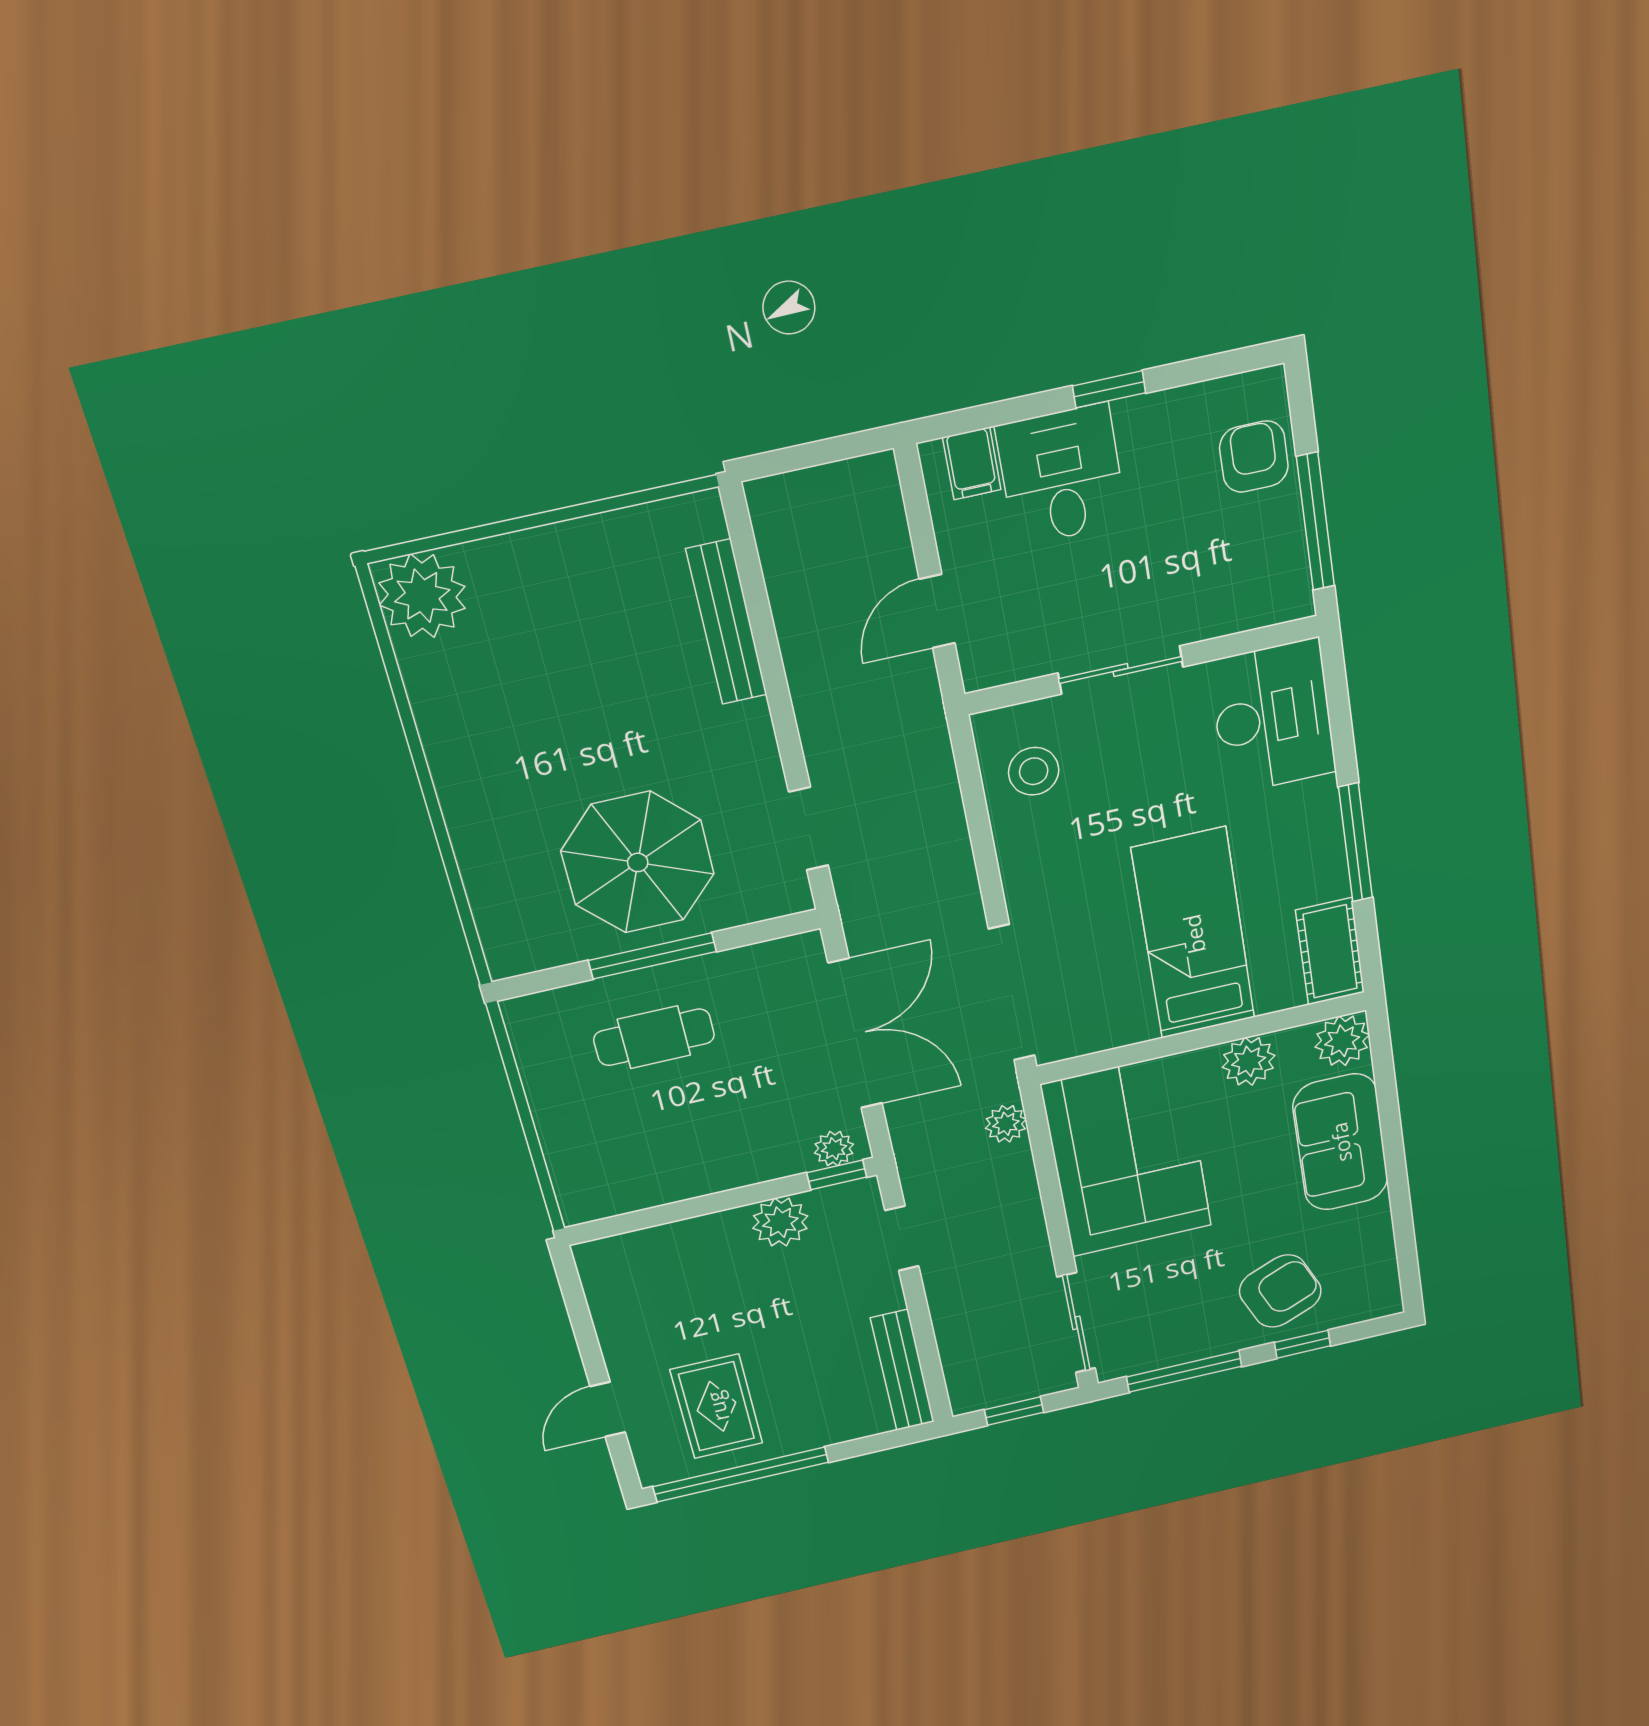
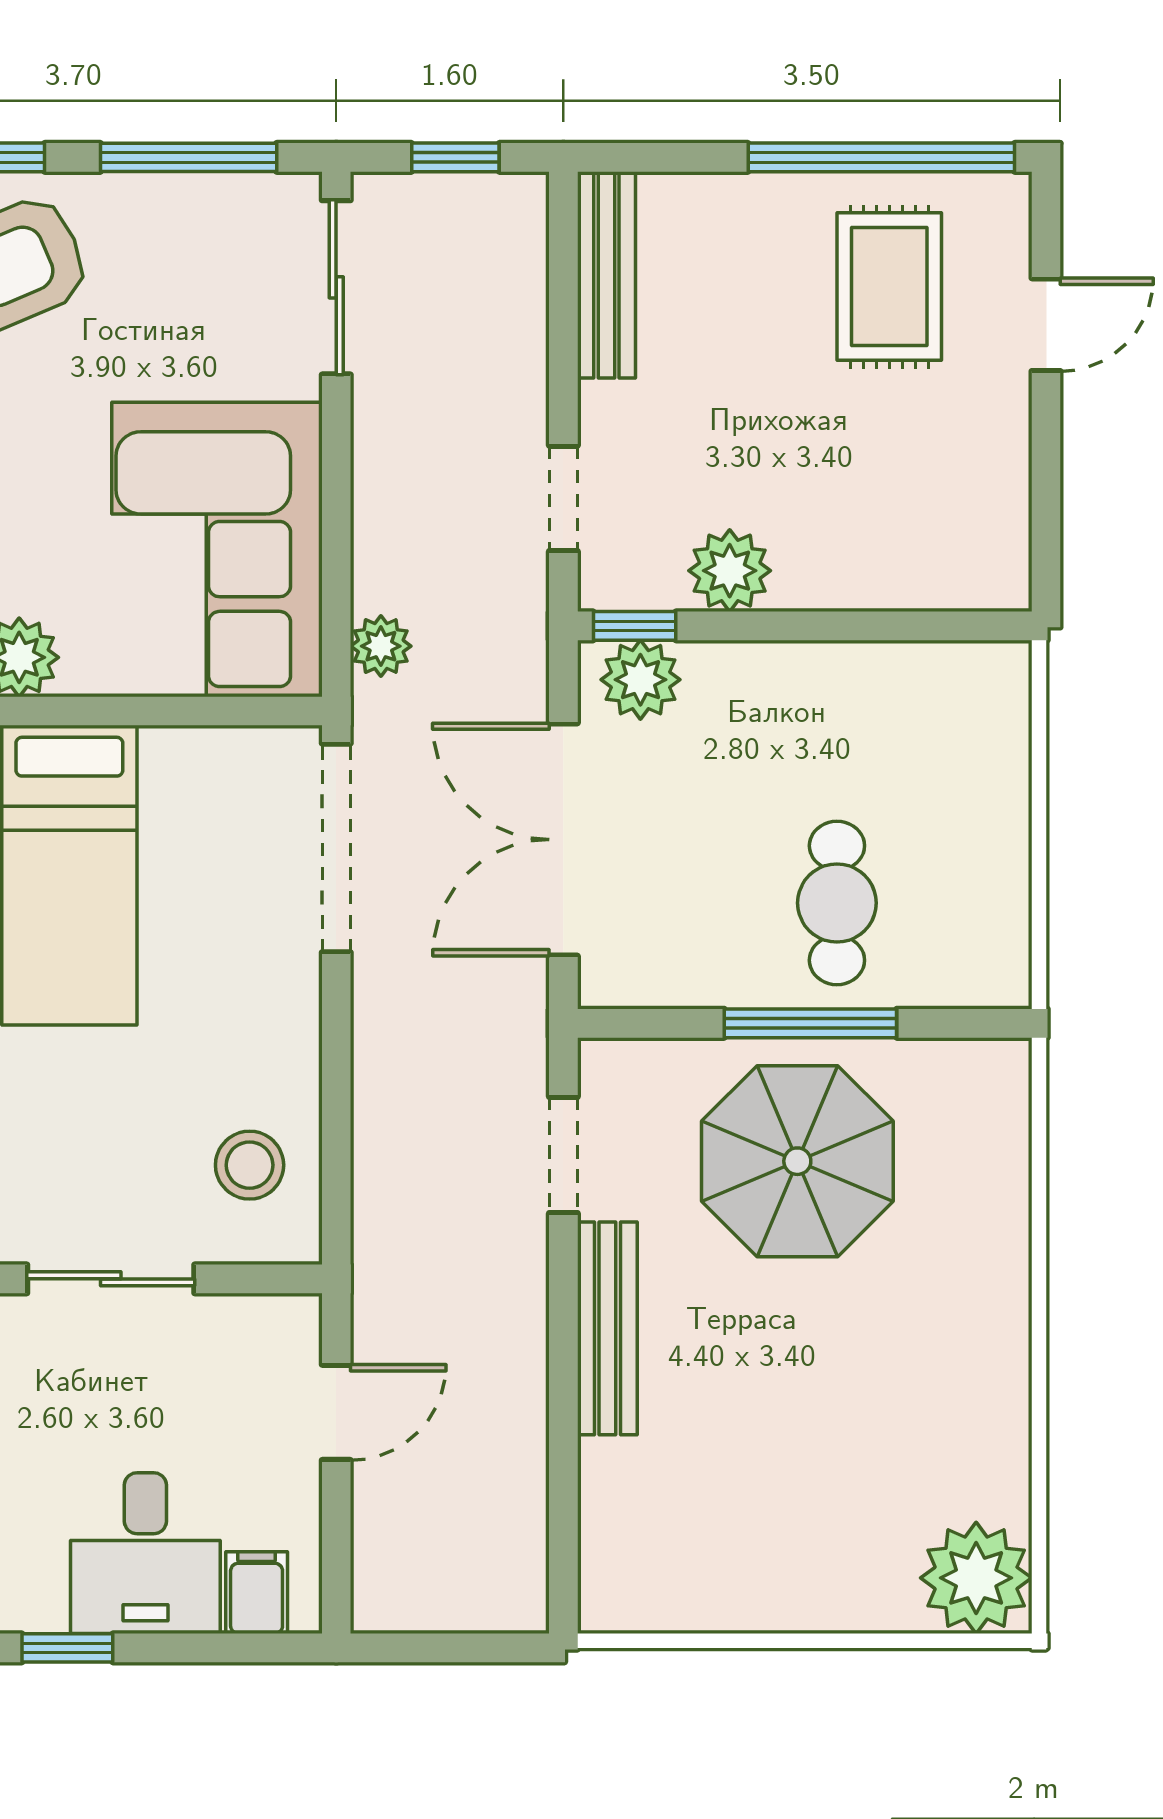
bench: (727, 622) -> (607, 1328), moved
cafe table: (654, 1037) -> (837, 903), turned 90
plant: (834, 1149) -> (640, 680), width x1.38, depth x1.38

